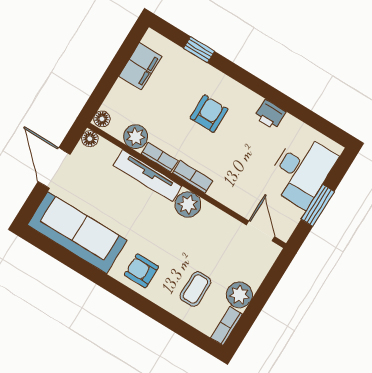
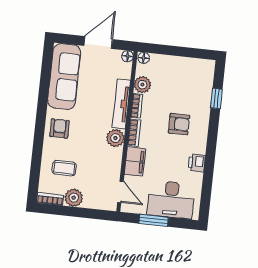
filing cabinet: (140, 66) -> (135, 161), moved, turned -90
door: (260, 231) -> (120, 192), hinge flipped

